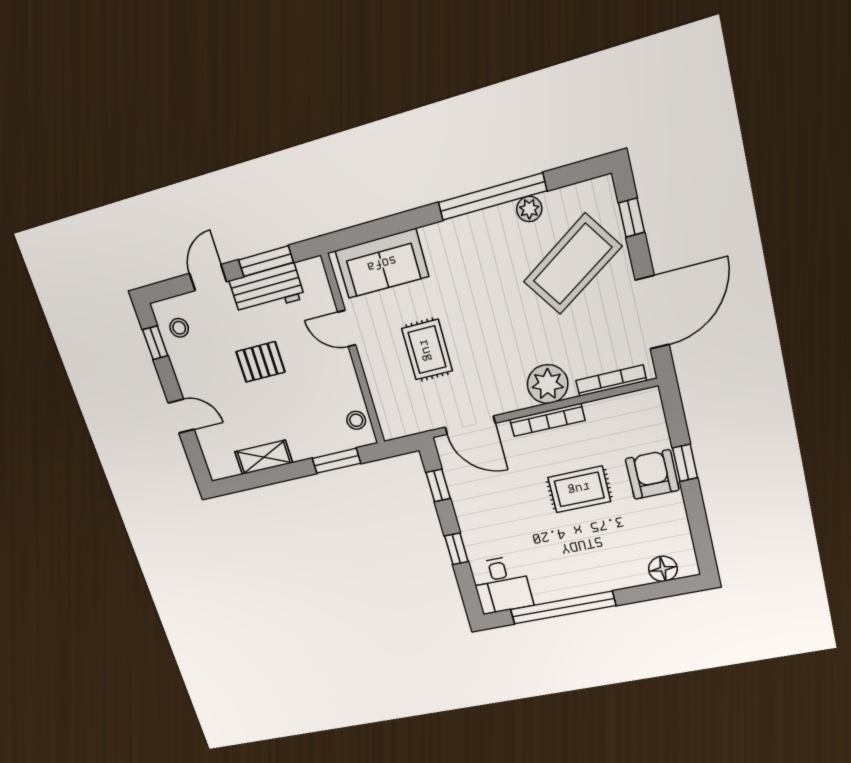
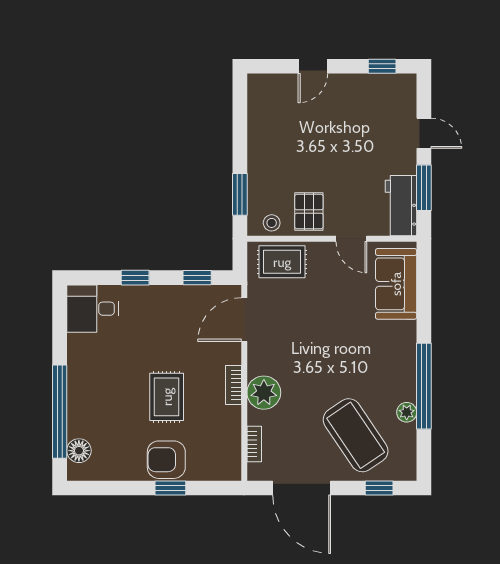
workbench: (267, 289) -> (401, 206), moved
stool: (179, 328) -> (389, 93), removed
door: (347, 328) -> (351, 239), swing flipped
rug: (427, 350) -> (282, 262), moved
pallet: (261, 362) -> (309, 212), moved
bookcase: (611, 381) -> (254, 444), width x0.64
bookcase: (547, 420) -> (233, 385), width x0.64
shelving: (264, 457) -> (258, 129), removed
armchair: (652, 474) -> (166, 460), turned 180
window: (563, 608) -> (60, 412), moved

